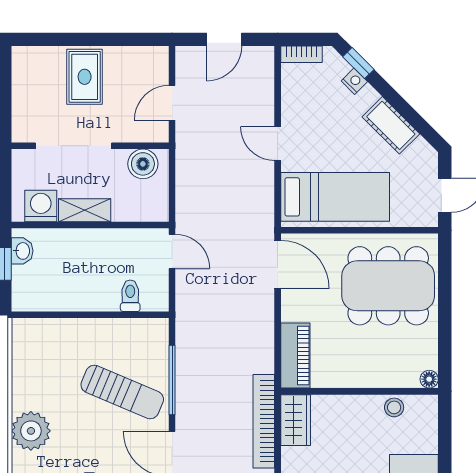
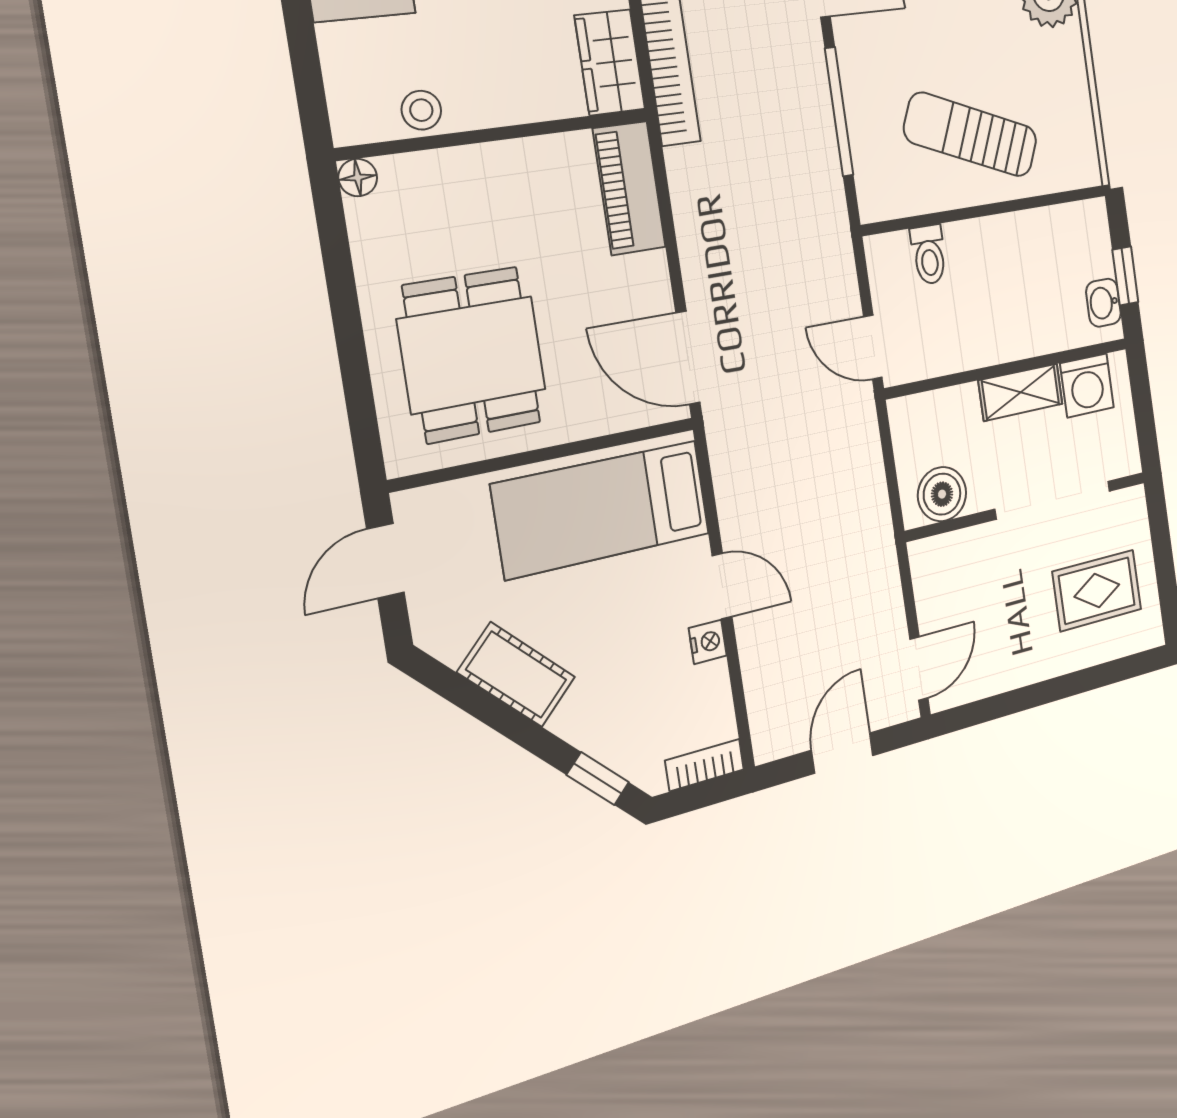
rug: (85, 77) -> (1097, 591), moved, turned 90
nightstand: (354, 81) -> (708, 642), moved, turned -135
door: (172, 103) -> (919, 668), moved
dining table: (388, 286) -> (472, 355), width x0.73
sun lounger: (122, 392) -> (971, 135), moved

